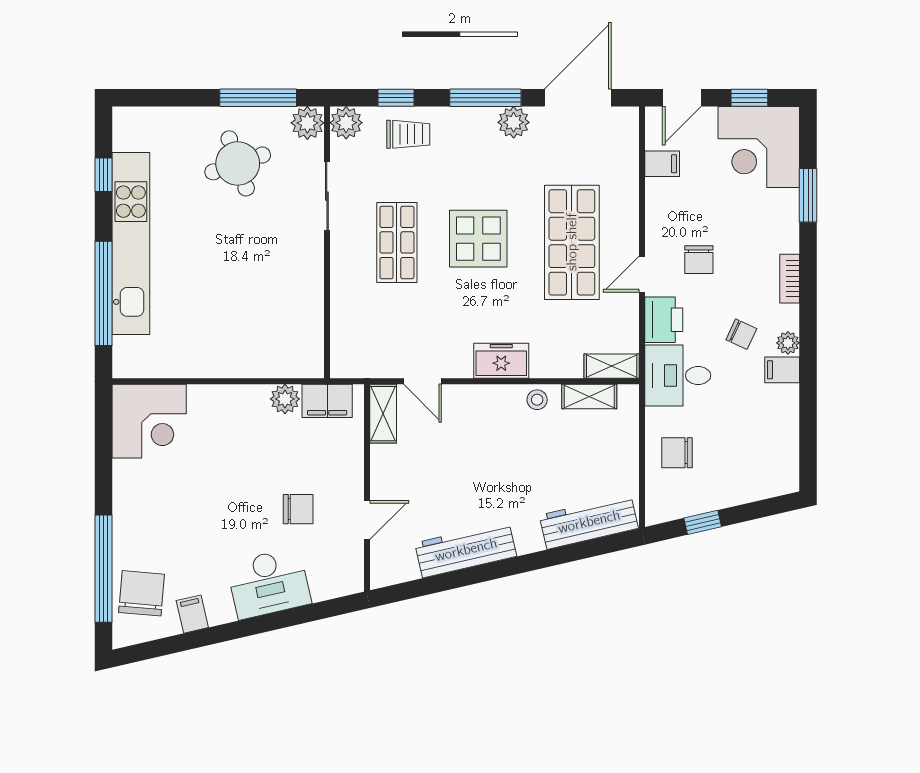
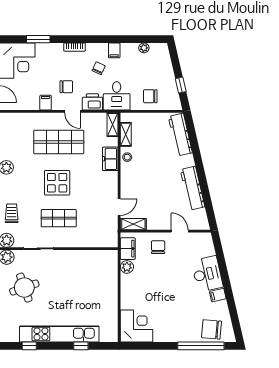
filing cabinet: (662, 164) -> (46, 103), moved
window: (103, 293) -> (81, 346), width x0.32
plant: (788, 343) -> (144, 48), moved
freezer: (501, 361) -> (110, 159), moved
chair: (677, 453) -> (150, 96), turned 90
chair: (298, 509) -> (158, 247), moved
filing cabinet: (192, 614) -> (218, 295), moved

